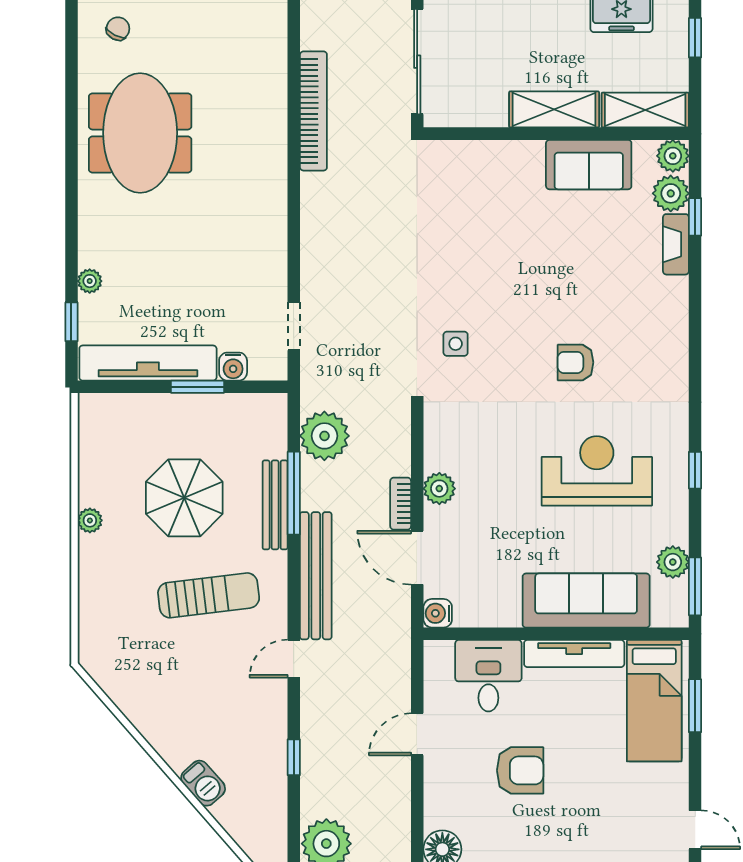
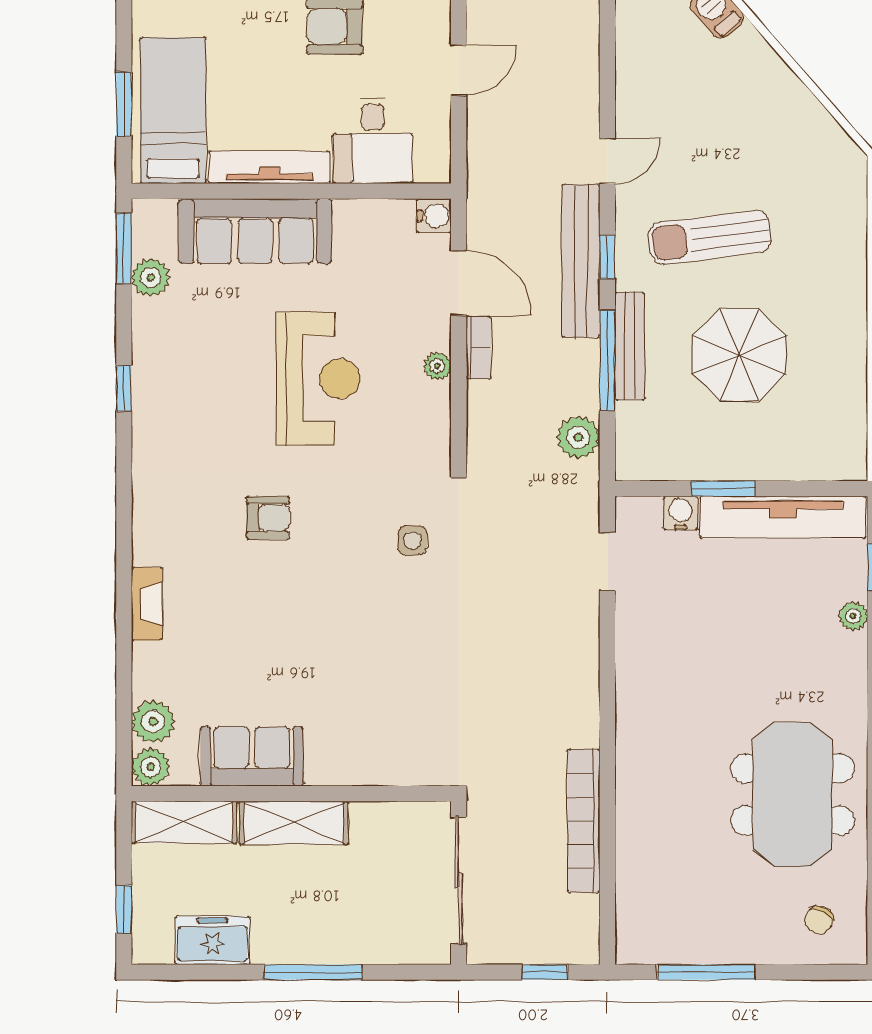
window: (695, 217) -> (124, 693), removed
fireplace: (676, 244) -> (147, 604), moved
plant: (324, 436) -> (578, 437), width x0.73, depth x0.73
reception desk: (597, 471) -> (318, 379), moved, turned -90
plant: (439, 489) -> (437, 366), width x0.73, depth x0.73
plant: (90, 520) -> (853, 328), removed
window: (294, 757) -> (607, 257), moved

